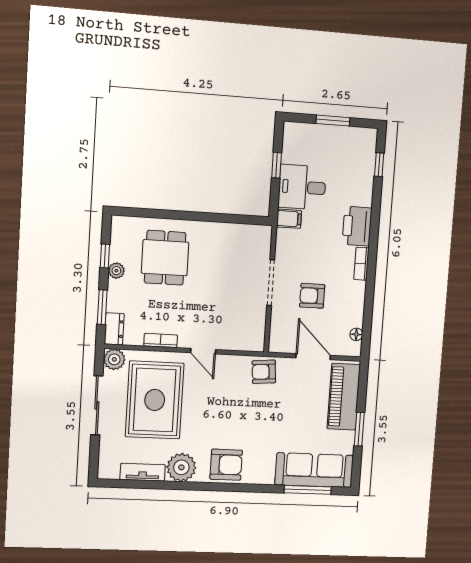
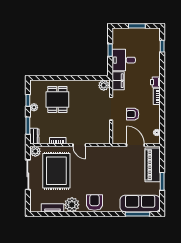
filing cabinet: (289, 219) -> (118, 81), width x2.00
printer: (357, 226) -> (155, 82), width x0.53, depth x0.68
plant: (259, 235) -> (104, 85), added
armchair: (264, 372) -> (111, 154), removed
armchair: (226, 465) -> (94, 202), turned -90

